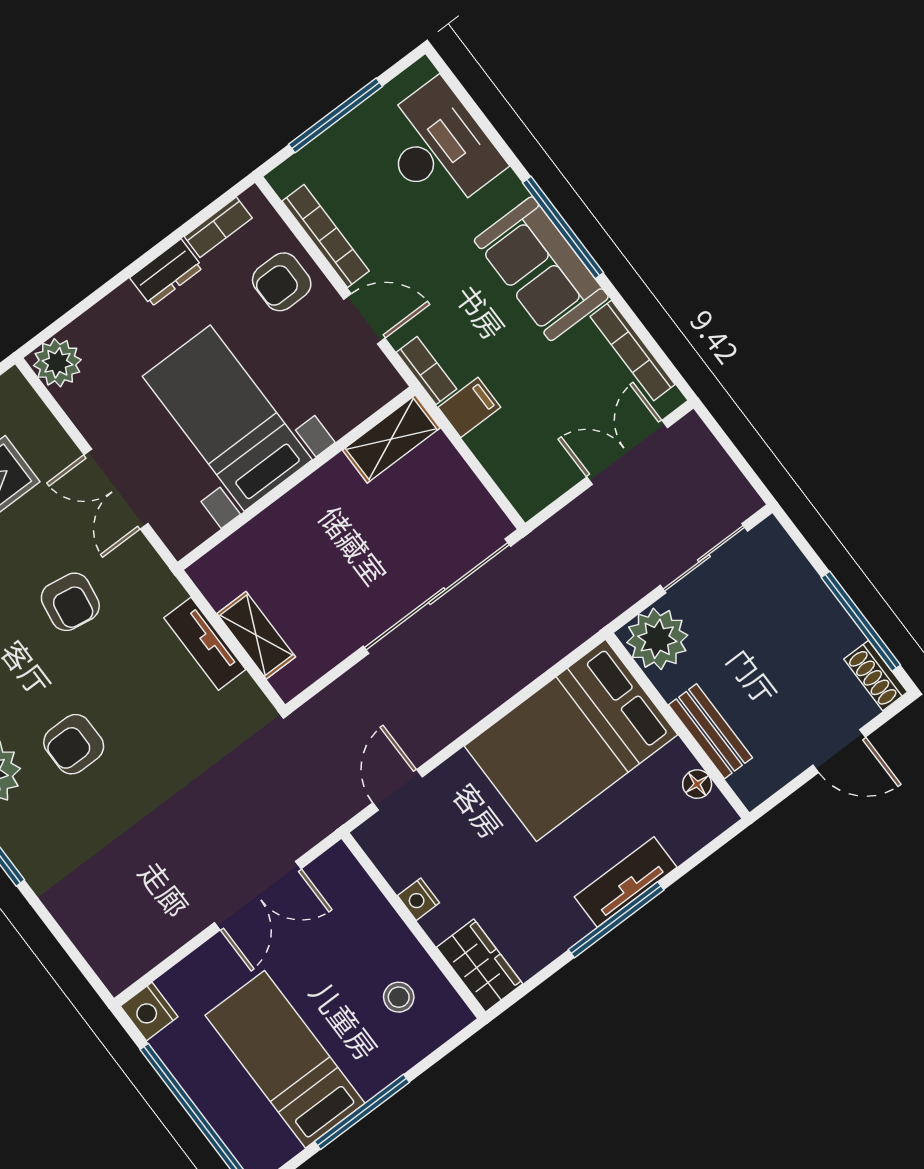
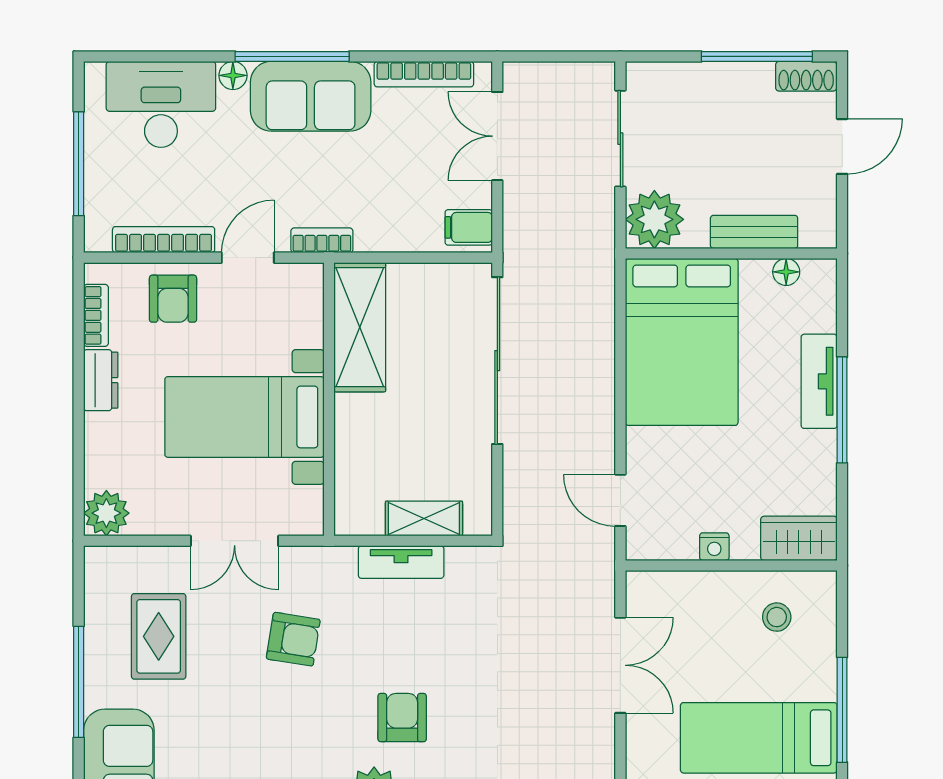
floor lamp: (509, 190) -> (233, 75), added
filing cabinet: (469, 407) -> (469, 227), moved, turned -90
shelving: (391, 439) -> (360, 327), width x1.50, depth x1.33
armchair: (74, 744) -> (402, 718), turned 180

